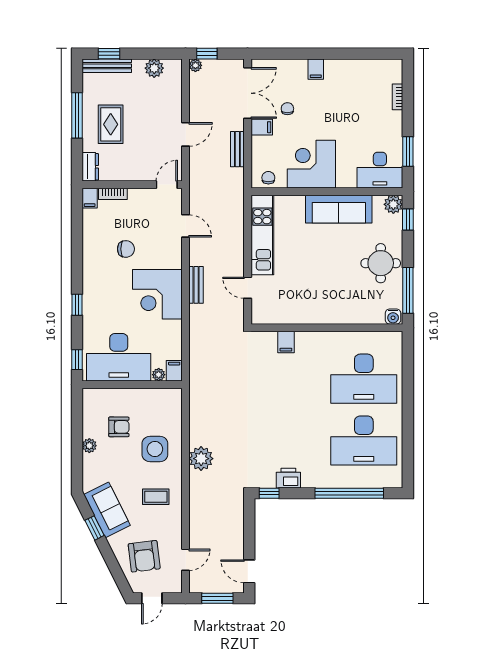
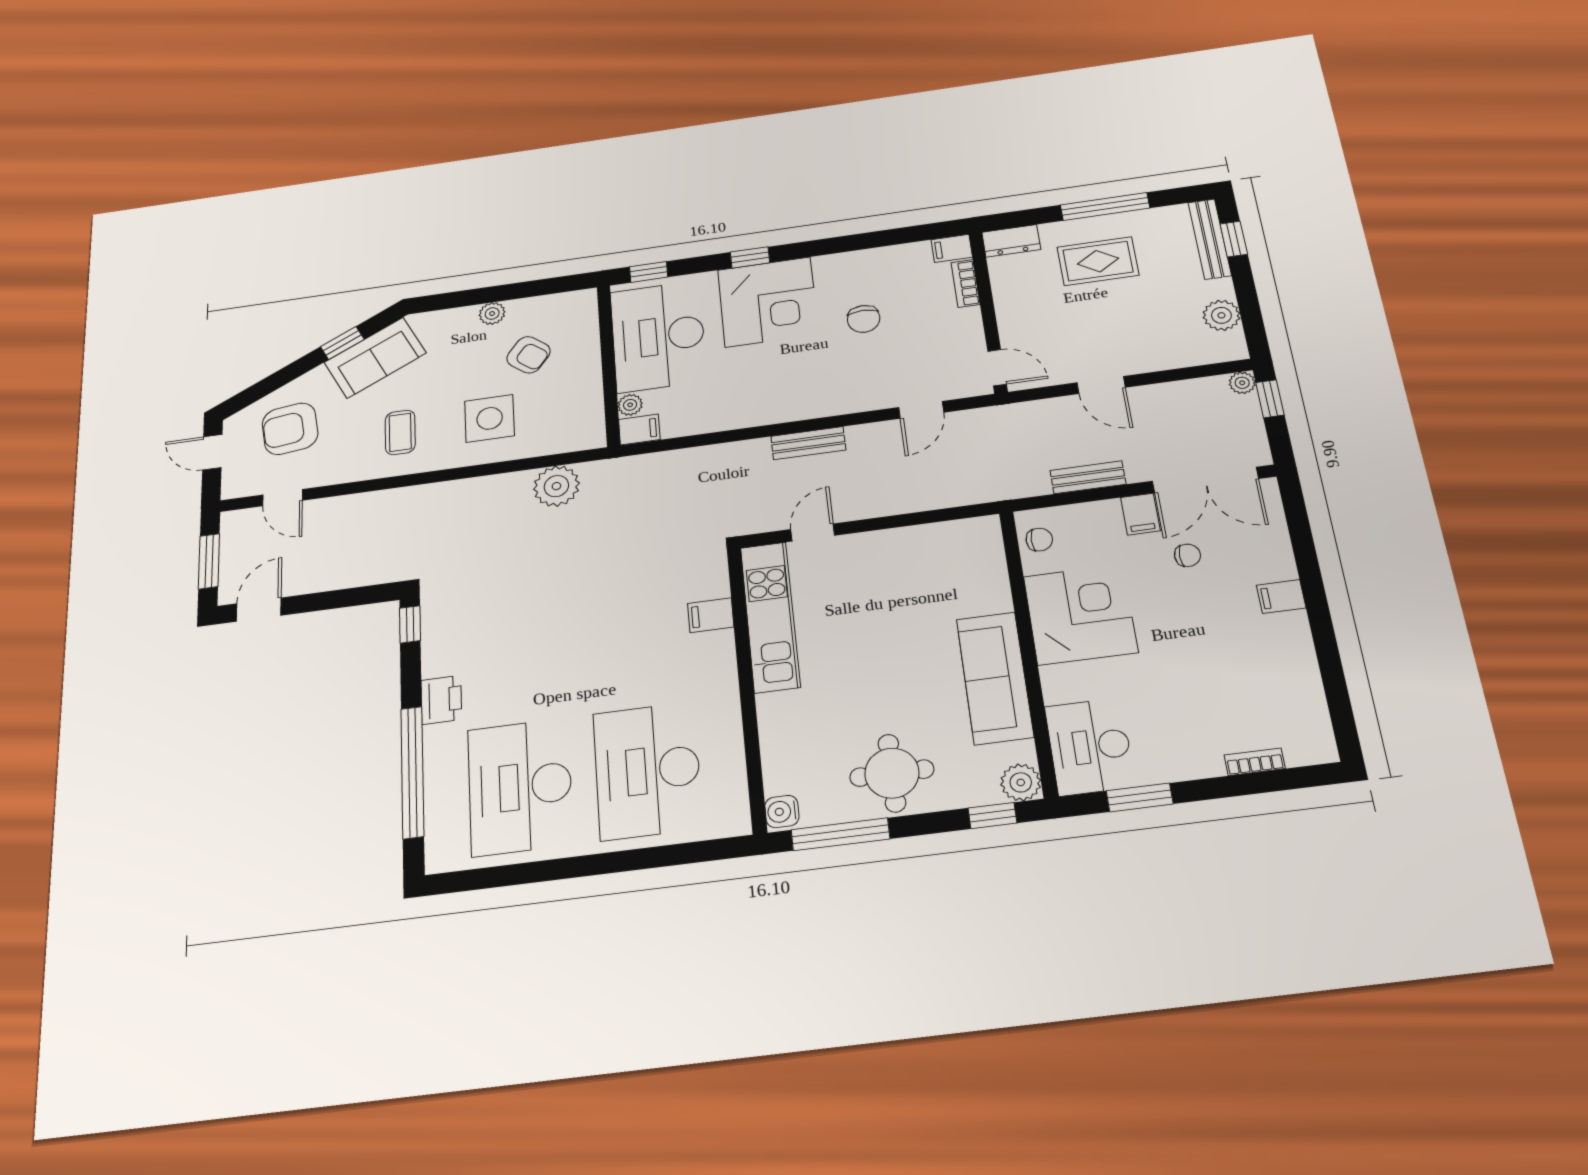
kitchen unit: (262, 235) -> (770, 617), moved, turned -90
corner desk: (157, 294) -> (768, 302), moved, turned 180
armchair: (119, 427) -> (528, 355), turned -52
plant: (201, 459) -> (556, 486), moved
printer: (288, 478) -> (441, 700), moved

